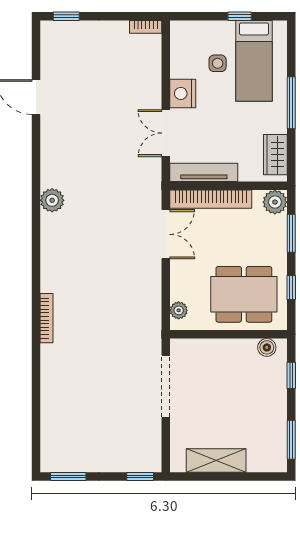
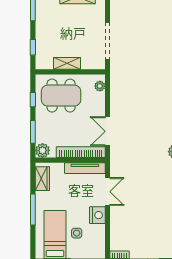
boiler: (267, 347) -> (47, 64), removed
shelving: (234, 349) -> (67, 63), added

